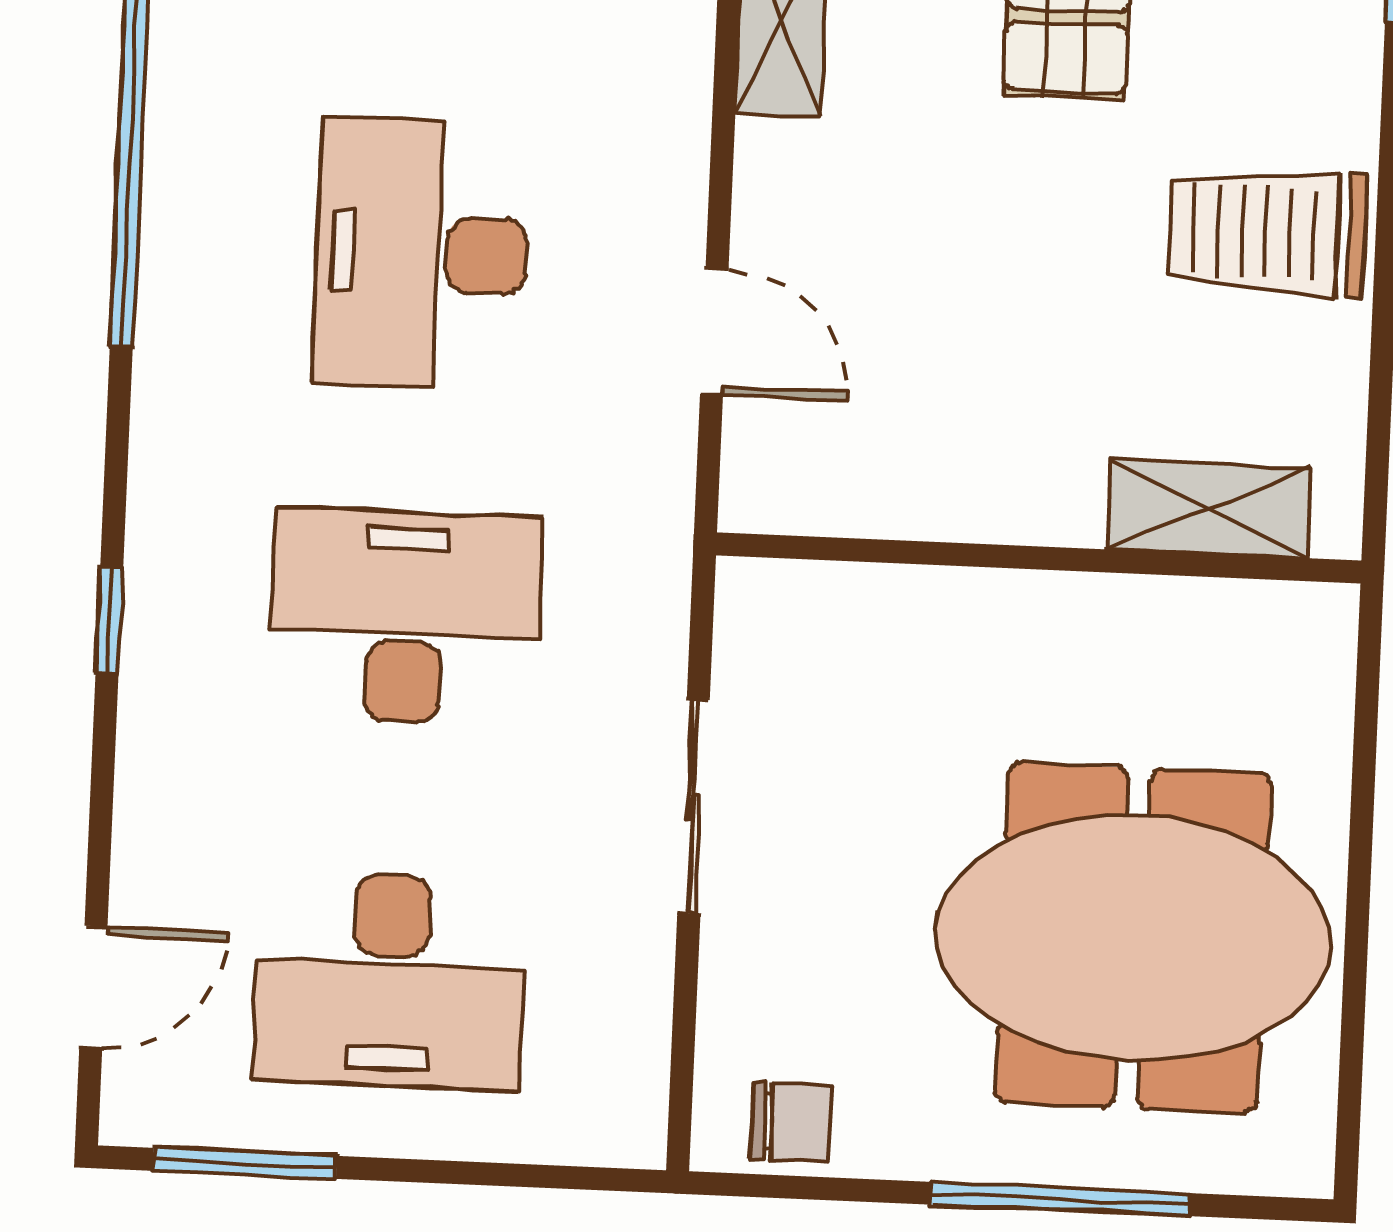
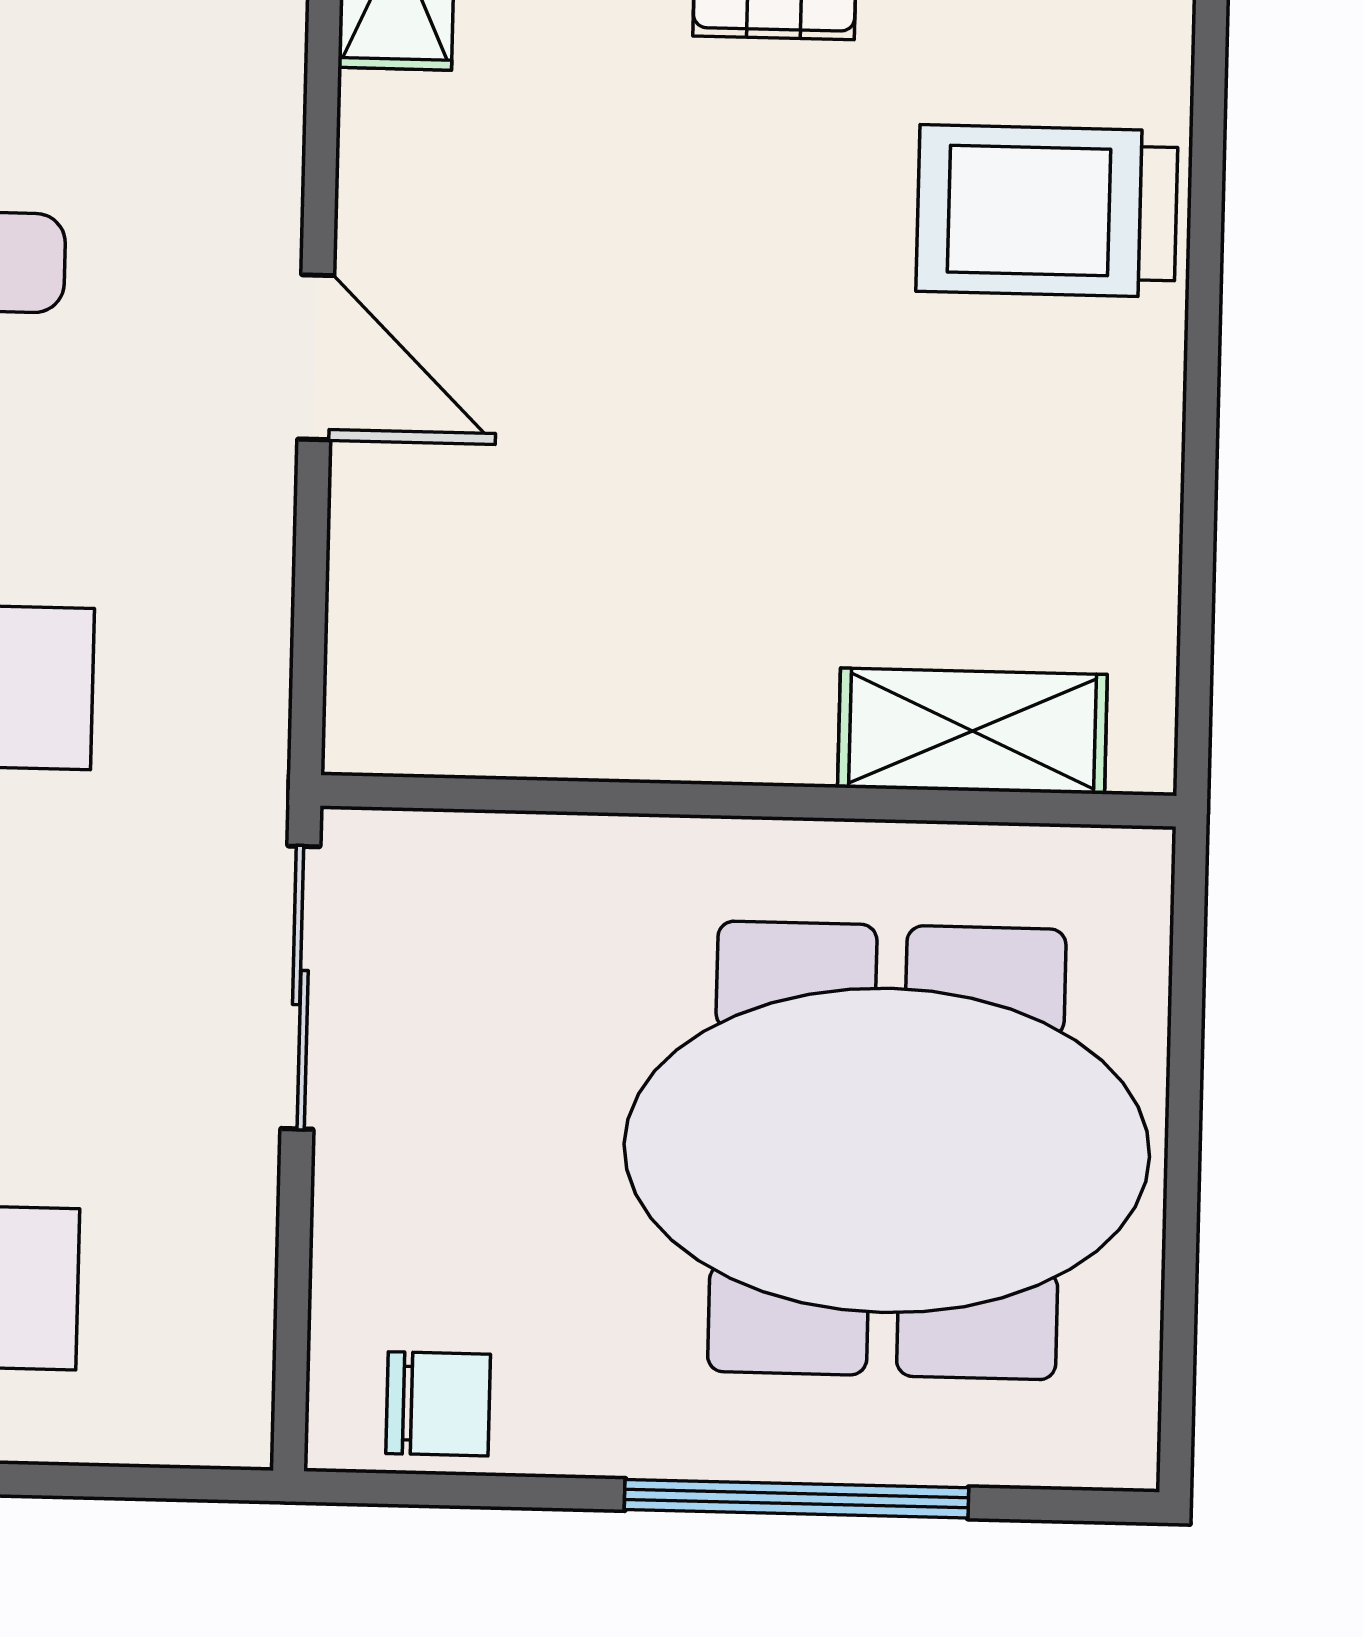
shelving: (1209, 509) -> (972, 731), moved
wall: (1039, 558) -> (748, 801), moved

